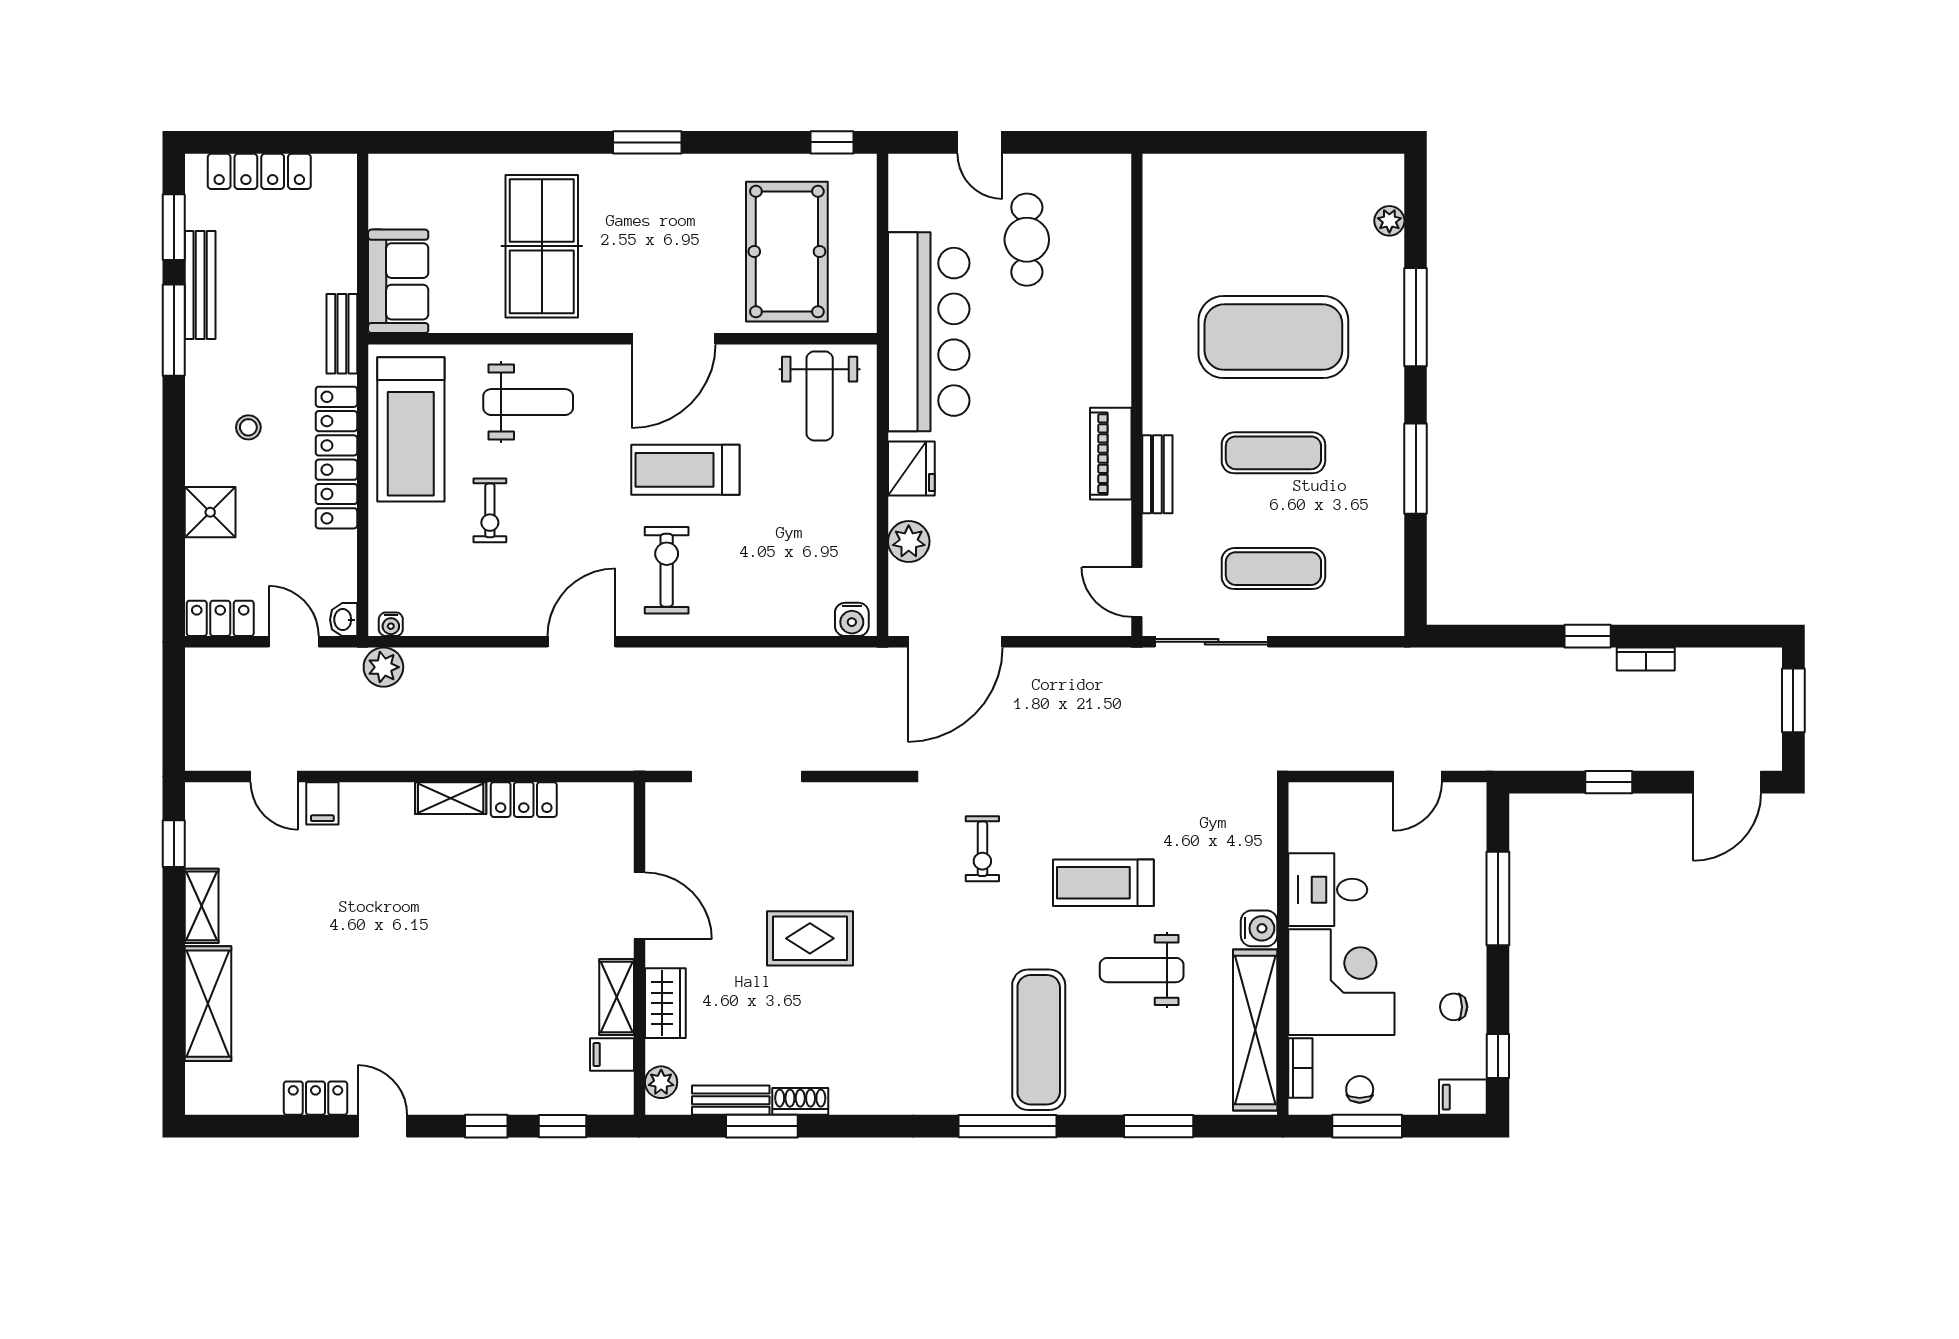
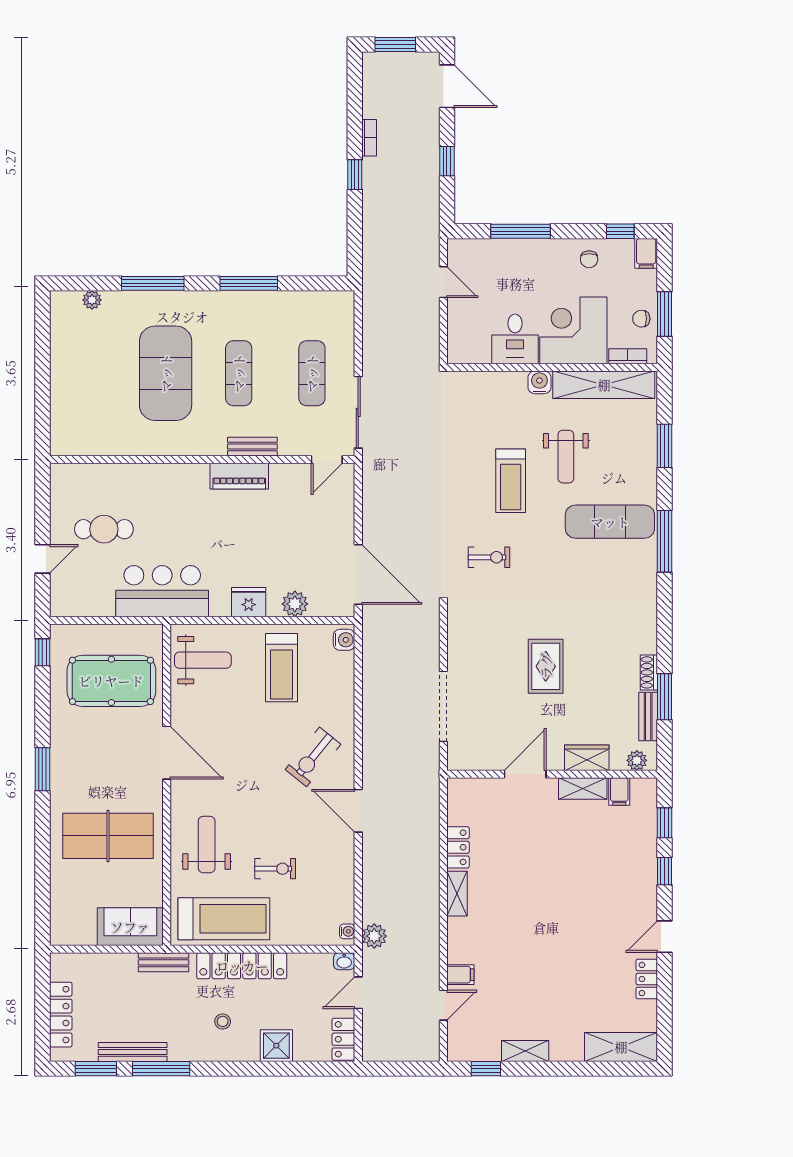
bar counter: (929, 332) -> (162, 591), width x0.73
treadmill: (685, 470) -> (282, 668), moved
exercise bike: (667, 570) -> (313, 757), turned -51
shelving: (208, 1004) -> (621, 1047), moved

